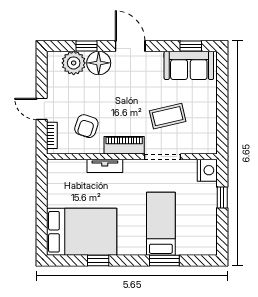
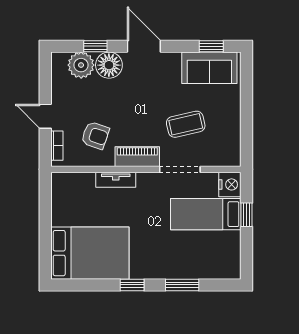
armchair: (86, 126) -> (95, 135), turned -89
bed: (161, 224) -> (206, 214), moved, turned -90
window: (98, 260) -> (132, 285), moved

